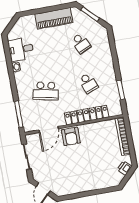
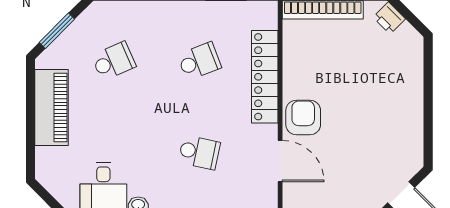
school desk: (46, 91) -> (199, 152), width x0.54
armchair: (71, 136) -> (303, 117), turned -90

